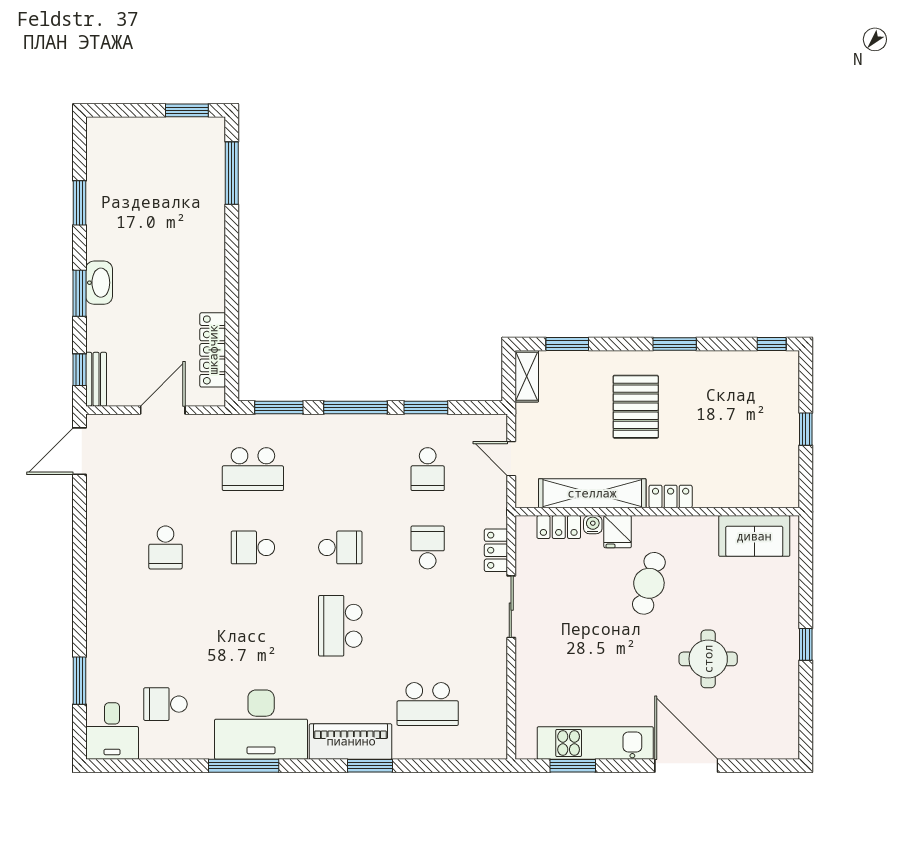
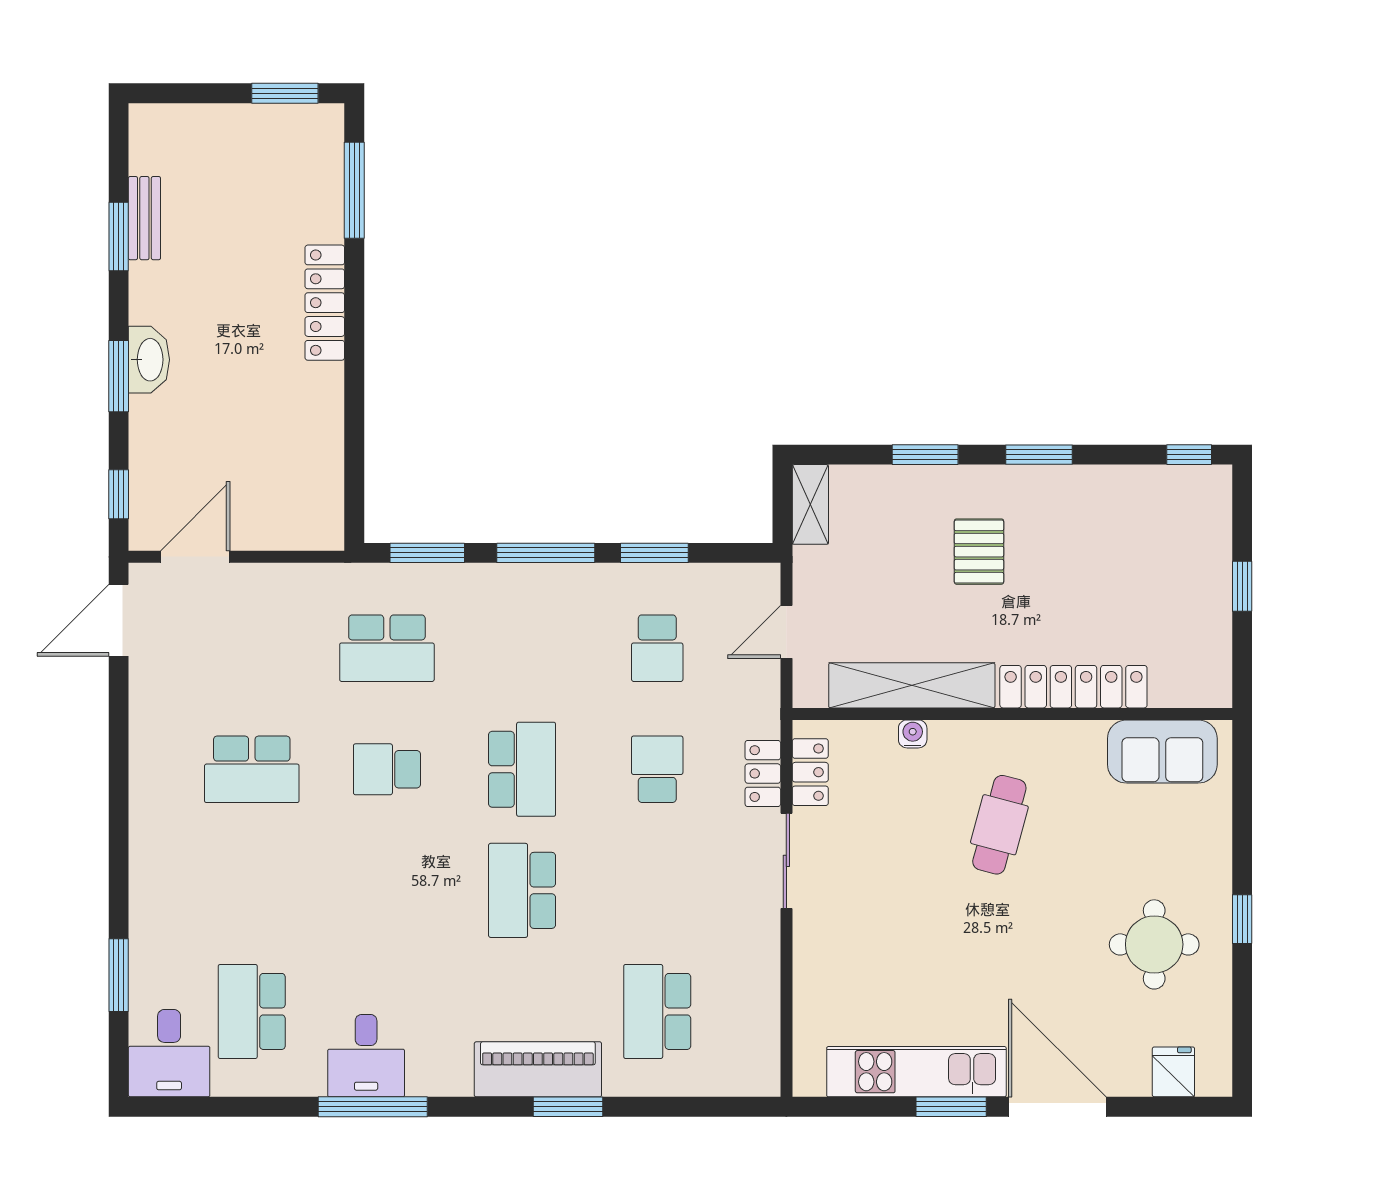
window: (567, 344) -> (925, 455), moved
locker: (213, 350) -> (325, 303), moved
bench: (96, 379) -> (144, 218), moved
pallet: (636, 407) -> (979, 552), width x0.67, depth x0.71
door: (163, 410) -> (195, 557), moved
door: (511, 459) -> (786, 632), hinge flipped
locker: (671, 496) -> (1073, 687), width x2.16, depth x1.21
locker: (559, 527) -> (810, 772), moved, turned -90
fridge: (618, 532) -> (1173, 1072), moved, turned 180
school desk: (166, 547) -> (252, 769), width x1.85
school desk: (340, 547) -> (522, 769), width x1.85
round table: (708, 659) -> (1154, 944), moved
school desk: (166, 704) -> (252, 1011), width x1.85
school desk: (428, 704) -> (657, 1011), turned 90
desk: (261, 725) -> (366, 1056), width x0.53, depth x0.77
window: (573, 766) -> (951, 1107), moved

